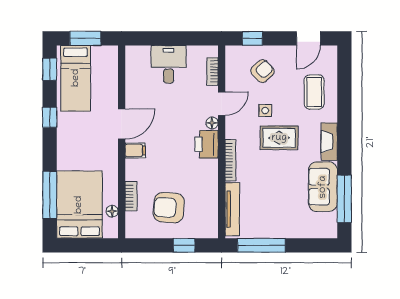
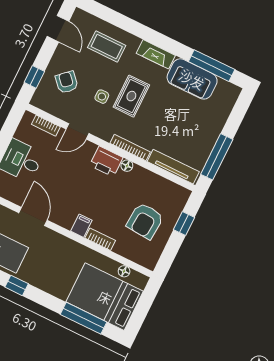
door: (222, 104) -> (77, 131), swing flipped
floor lamp: (212, 123) -> (127, 166), moved
door: (122, 124) -> (33, 216), moved
bookcase: (131, 196) -> (100, 239), moved

